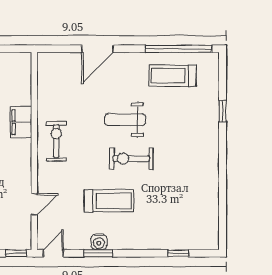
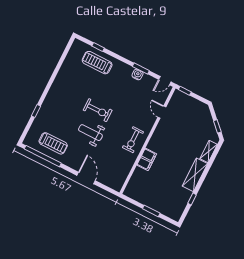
door: (98, 49) -> (86, 178), hinge flipped
weight bench: (125, 120) -> (90, 133), turned 180
treadmill: (109, 201) -> (97, 63), moved
door: (34, 204) -> (162, 112), hinge flipped

